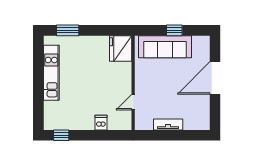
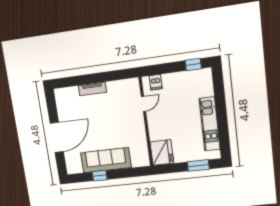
fridge: (121, 48) -> (162, 153), moved
wall: (133, 83) -> (146, 122), moved
door: (133, 102) -> (143, 104), moved

